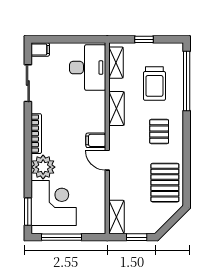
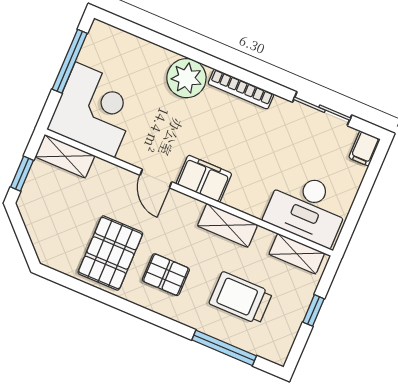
window: (187, 81) -> (224, 348), width x0.68
filing cabinet: (96, 140) -> (204, 179), width x2.00
door: (107, 160) -> (156, 179), swing flipped
pallet: (165, 183) -> (110, 253), moved, turned 90
corner desk: (54, 203) -> (95, 110), moved, turned -90
window: (28, 212) -> (129, 27), removed

